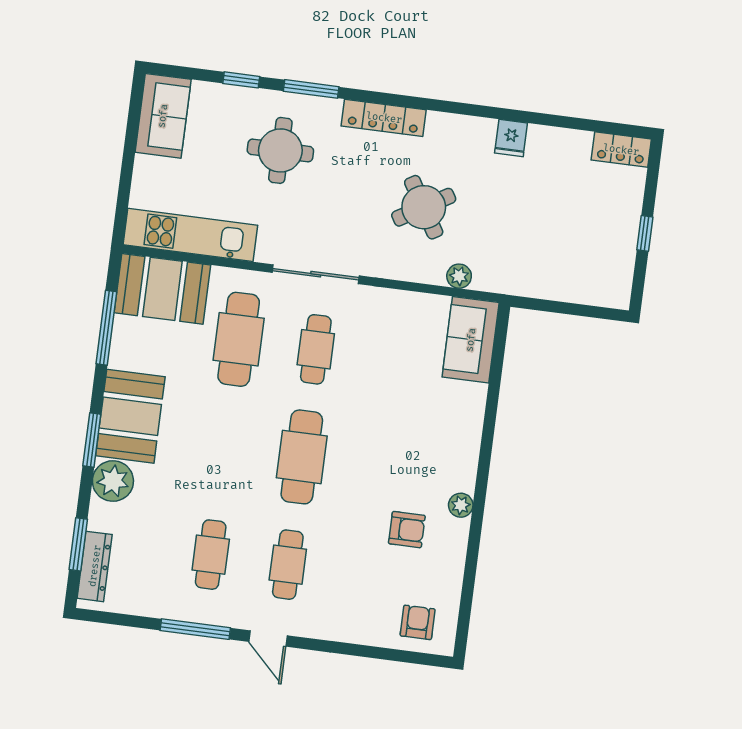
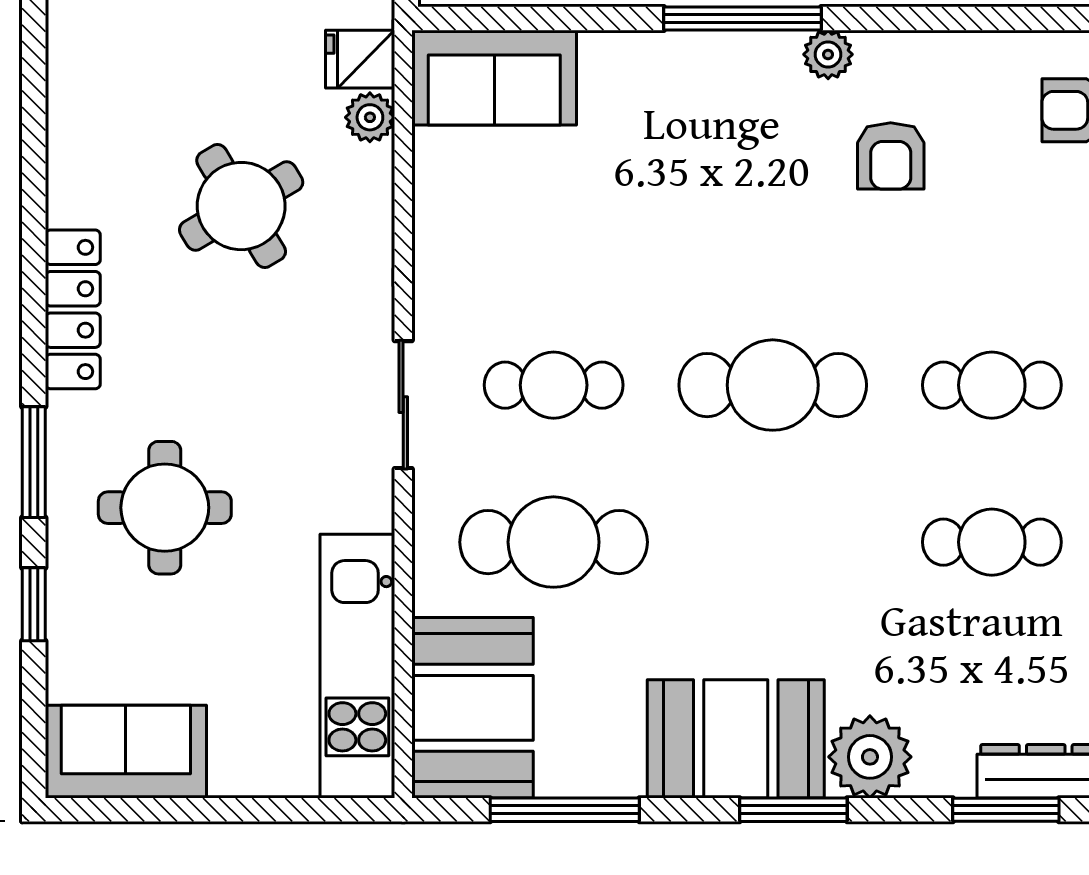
fridge: (511, 138) -> (360, 59), moved, turned 180
sliding door: (316, 274) -> (403, 405), width x0.73
window: (484, 465) -> (742, 18), added
armchair: (407, 530) -> (891, 156), turned 180

